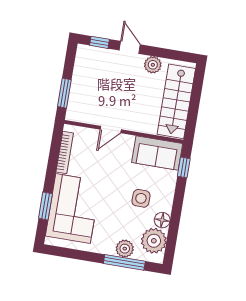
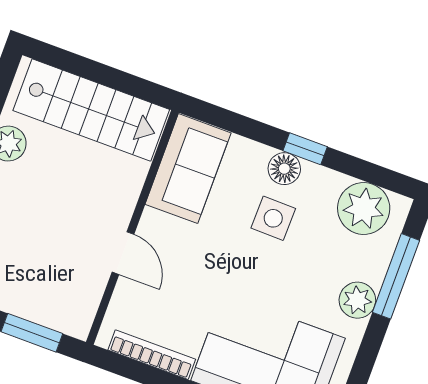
window: (184, 167) -> (305, 149), moved
floor lamp: (162, 220) -> (284, 169), moved
plant: (125, 249) -> (357, 300), moved

